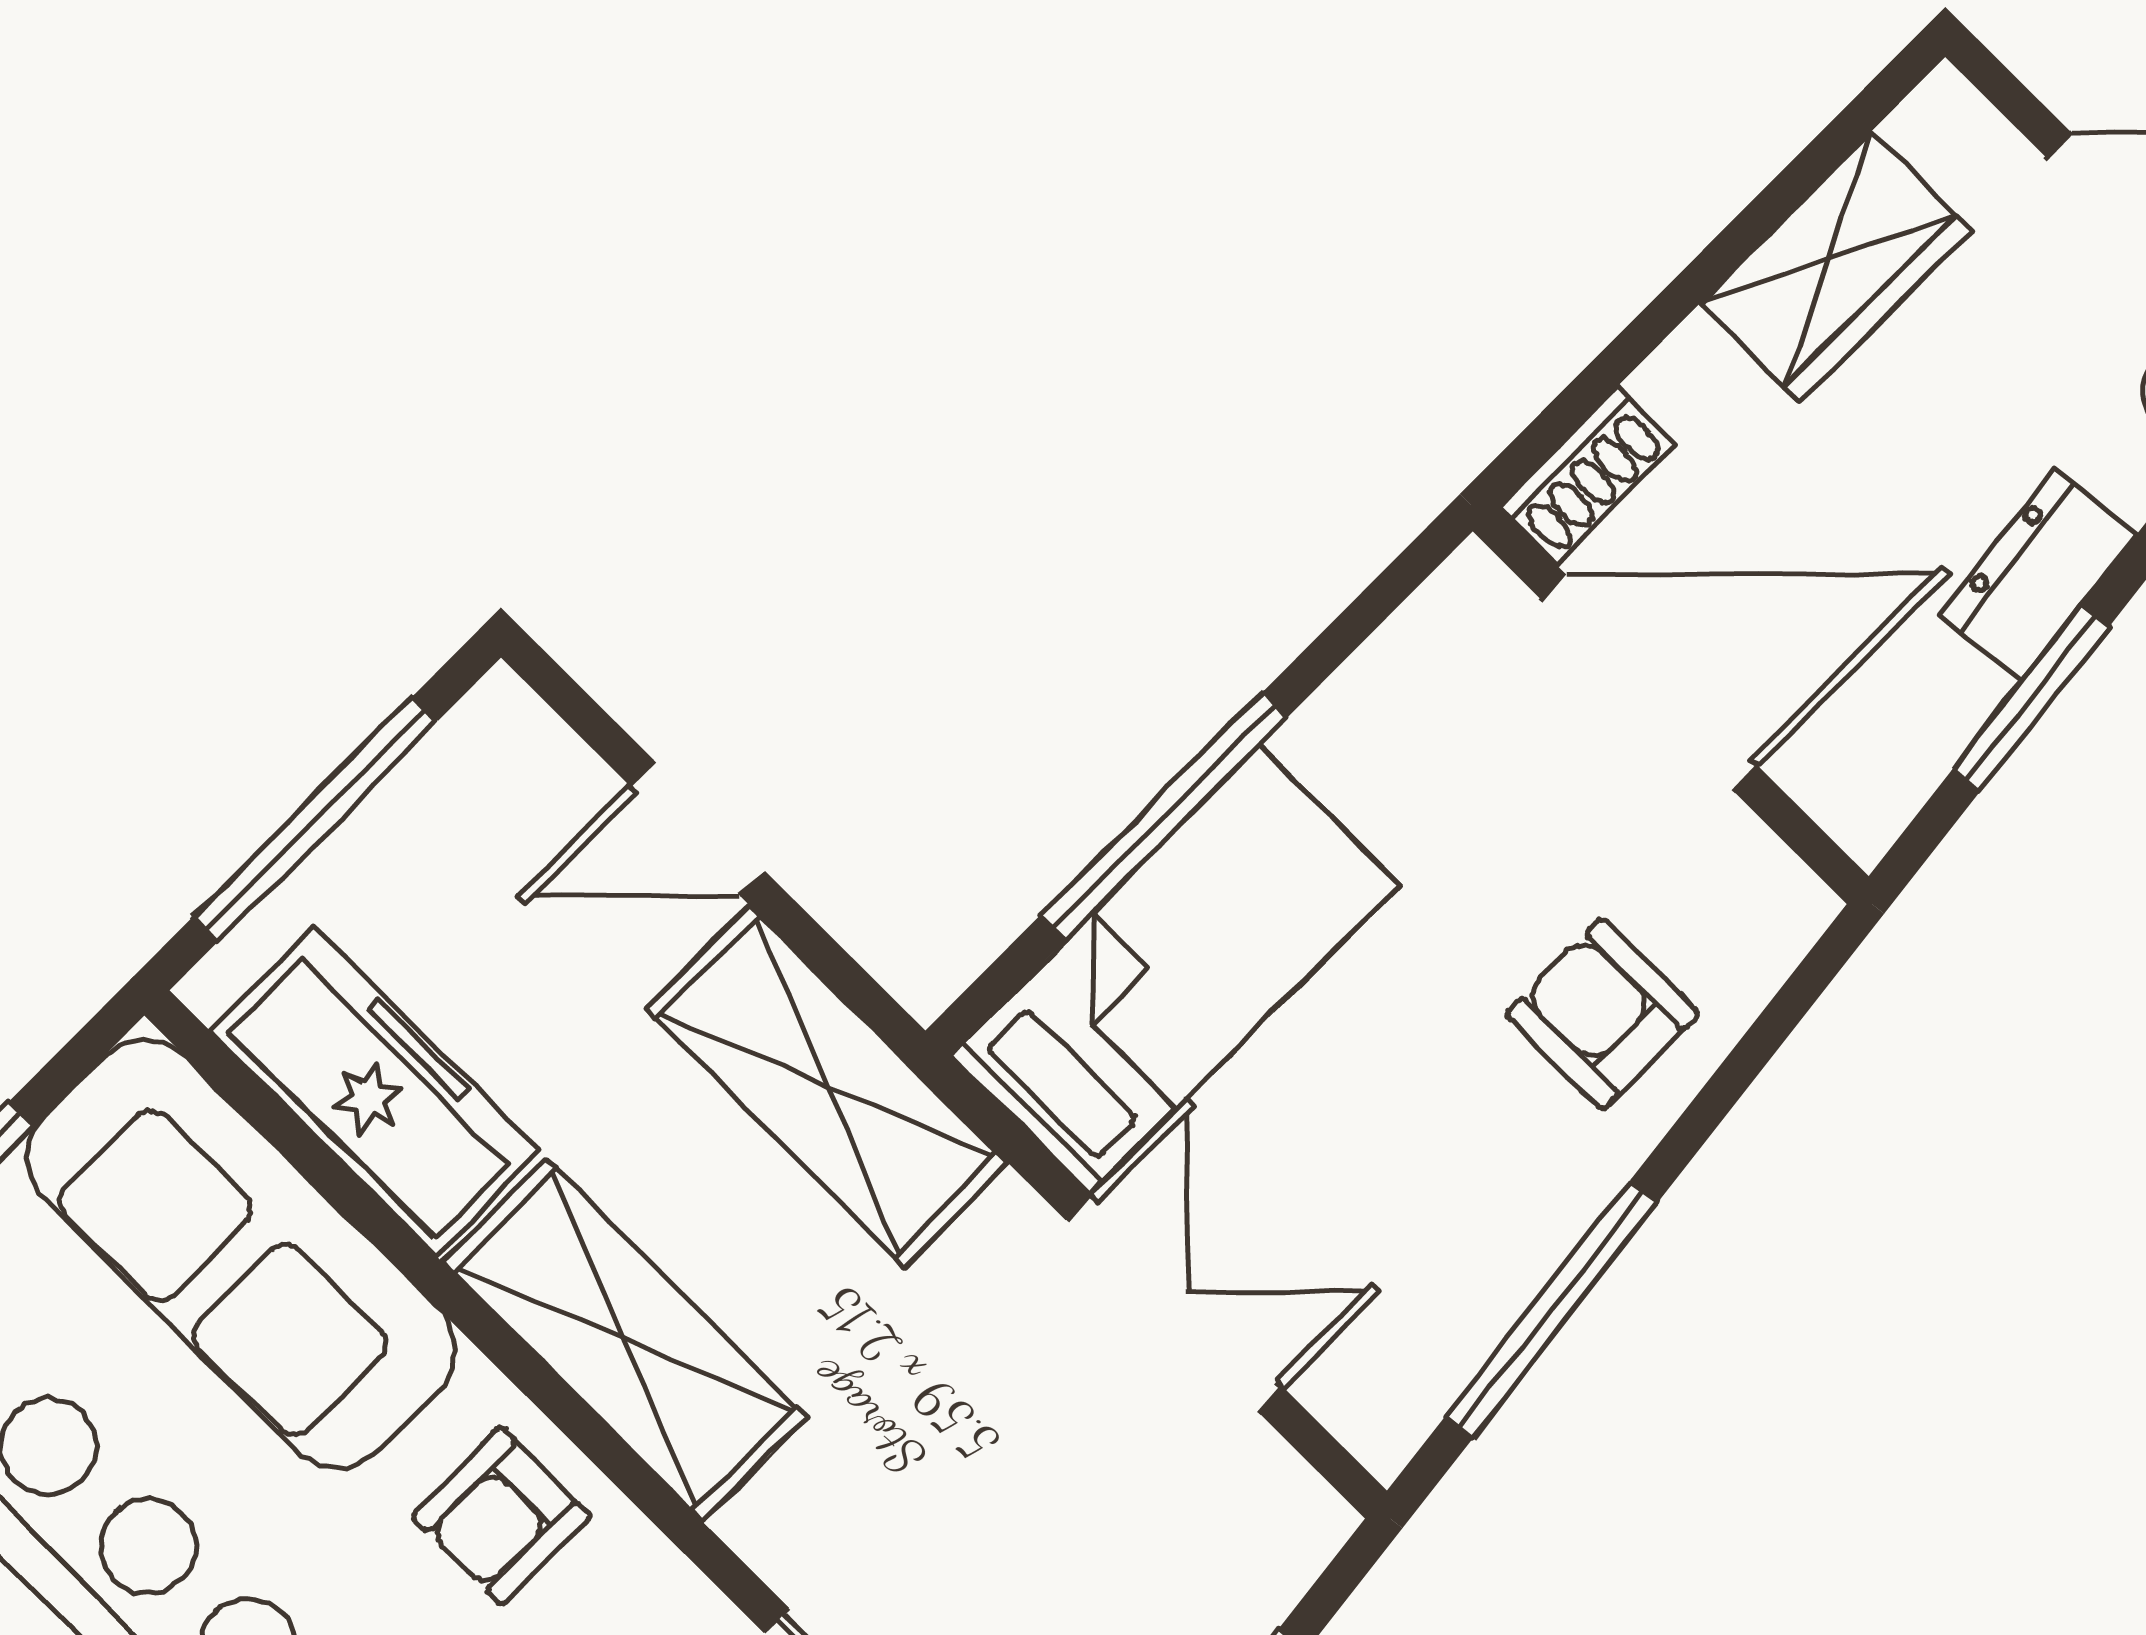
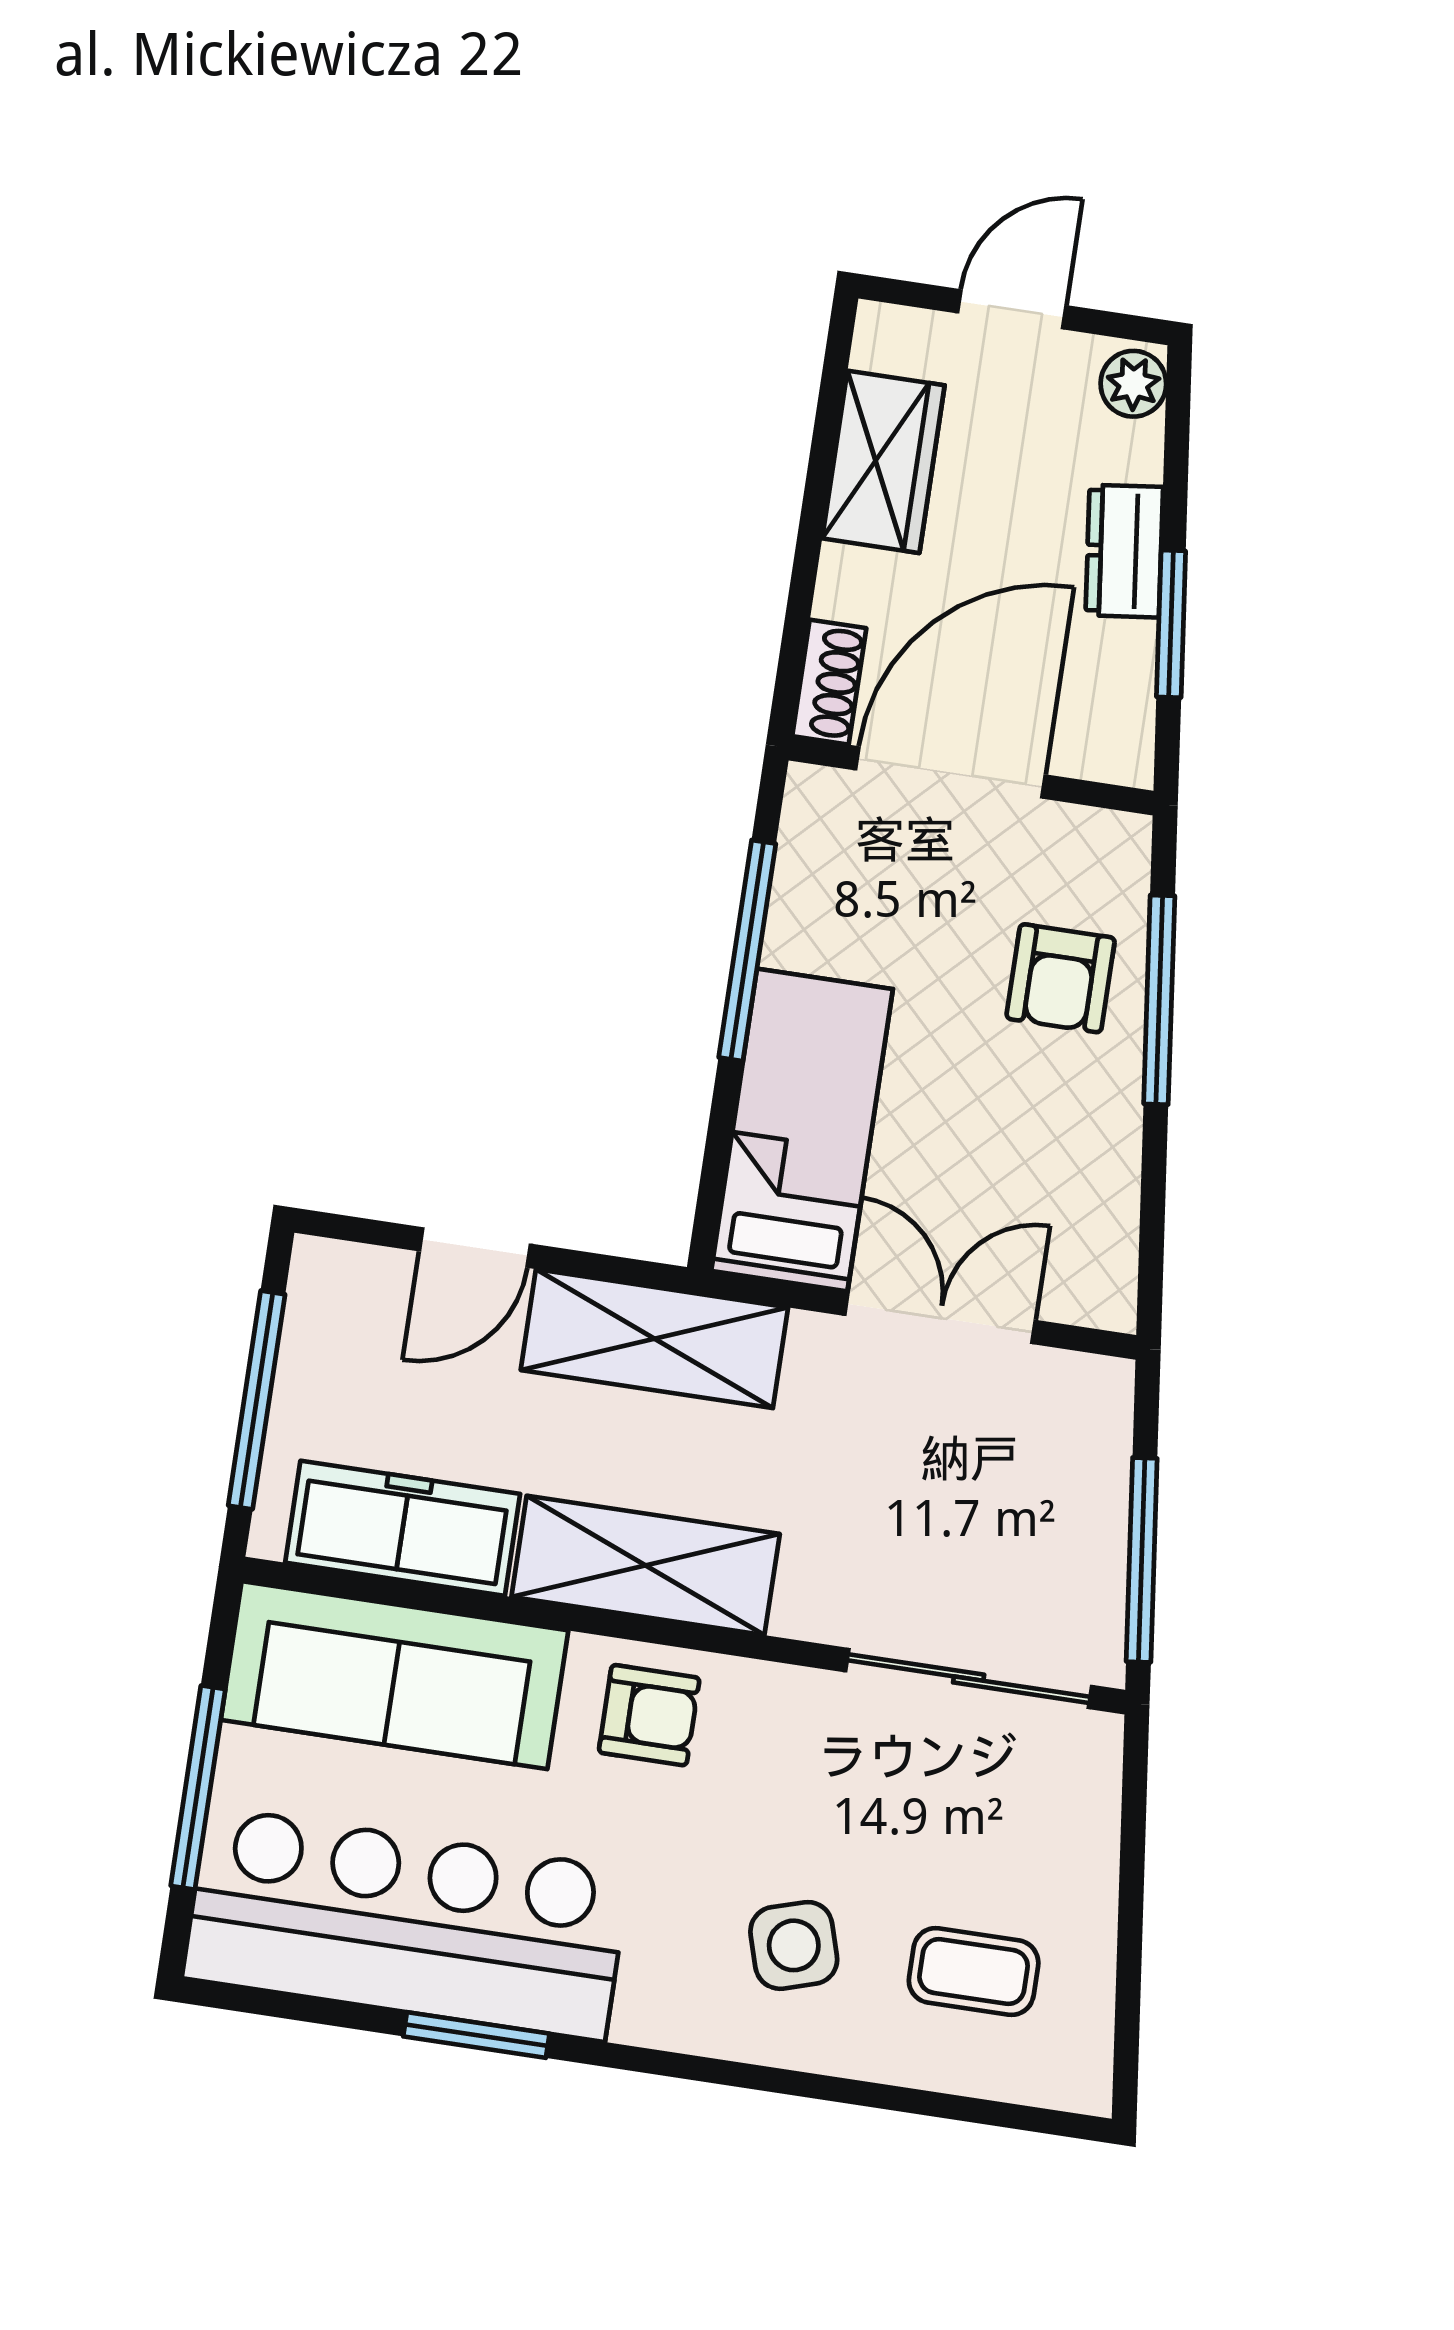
window: (1164, 816) -> (747, 951), moved
armchair: (1602, 1014) -> (1061, 978), turned -90
window: (1552, 1309) -> (1159, 1000), moved
armchair: (501, 1516) -> (649, 1715), turned -90

